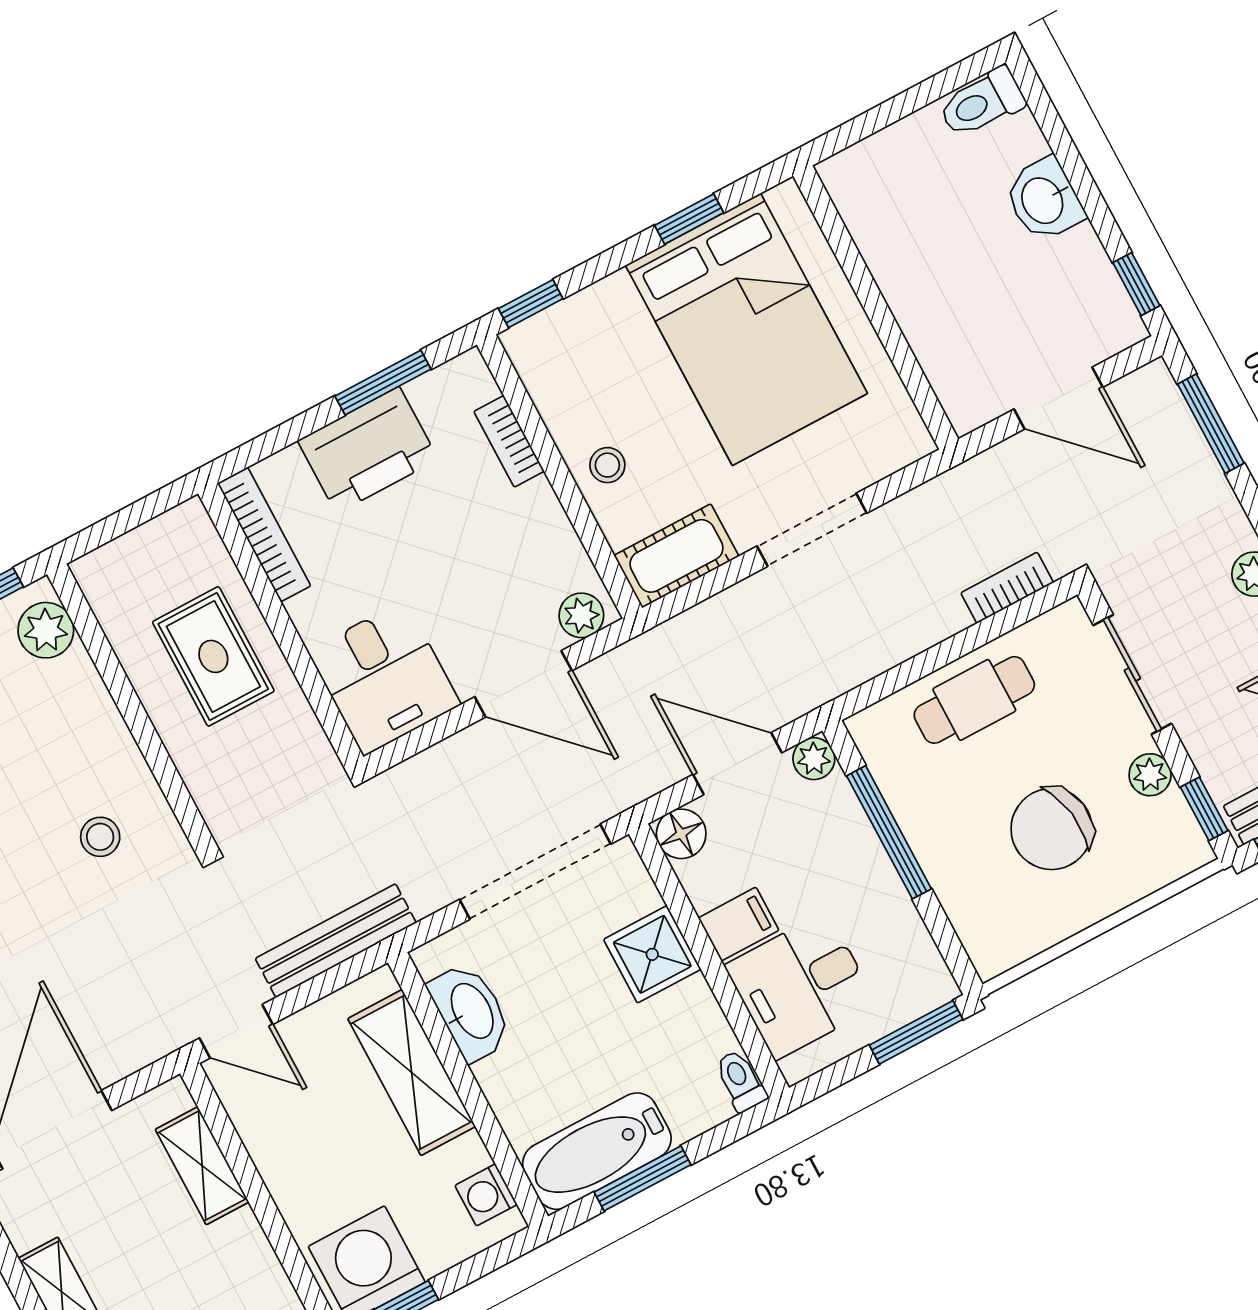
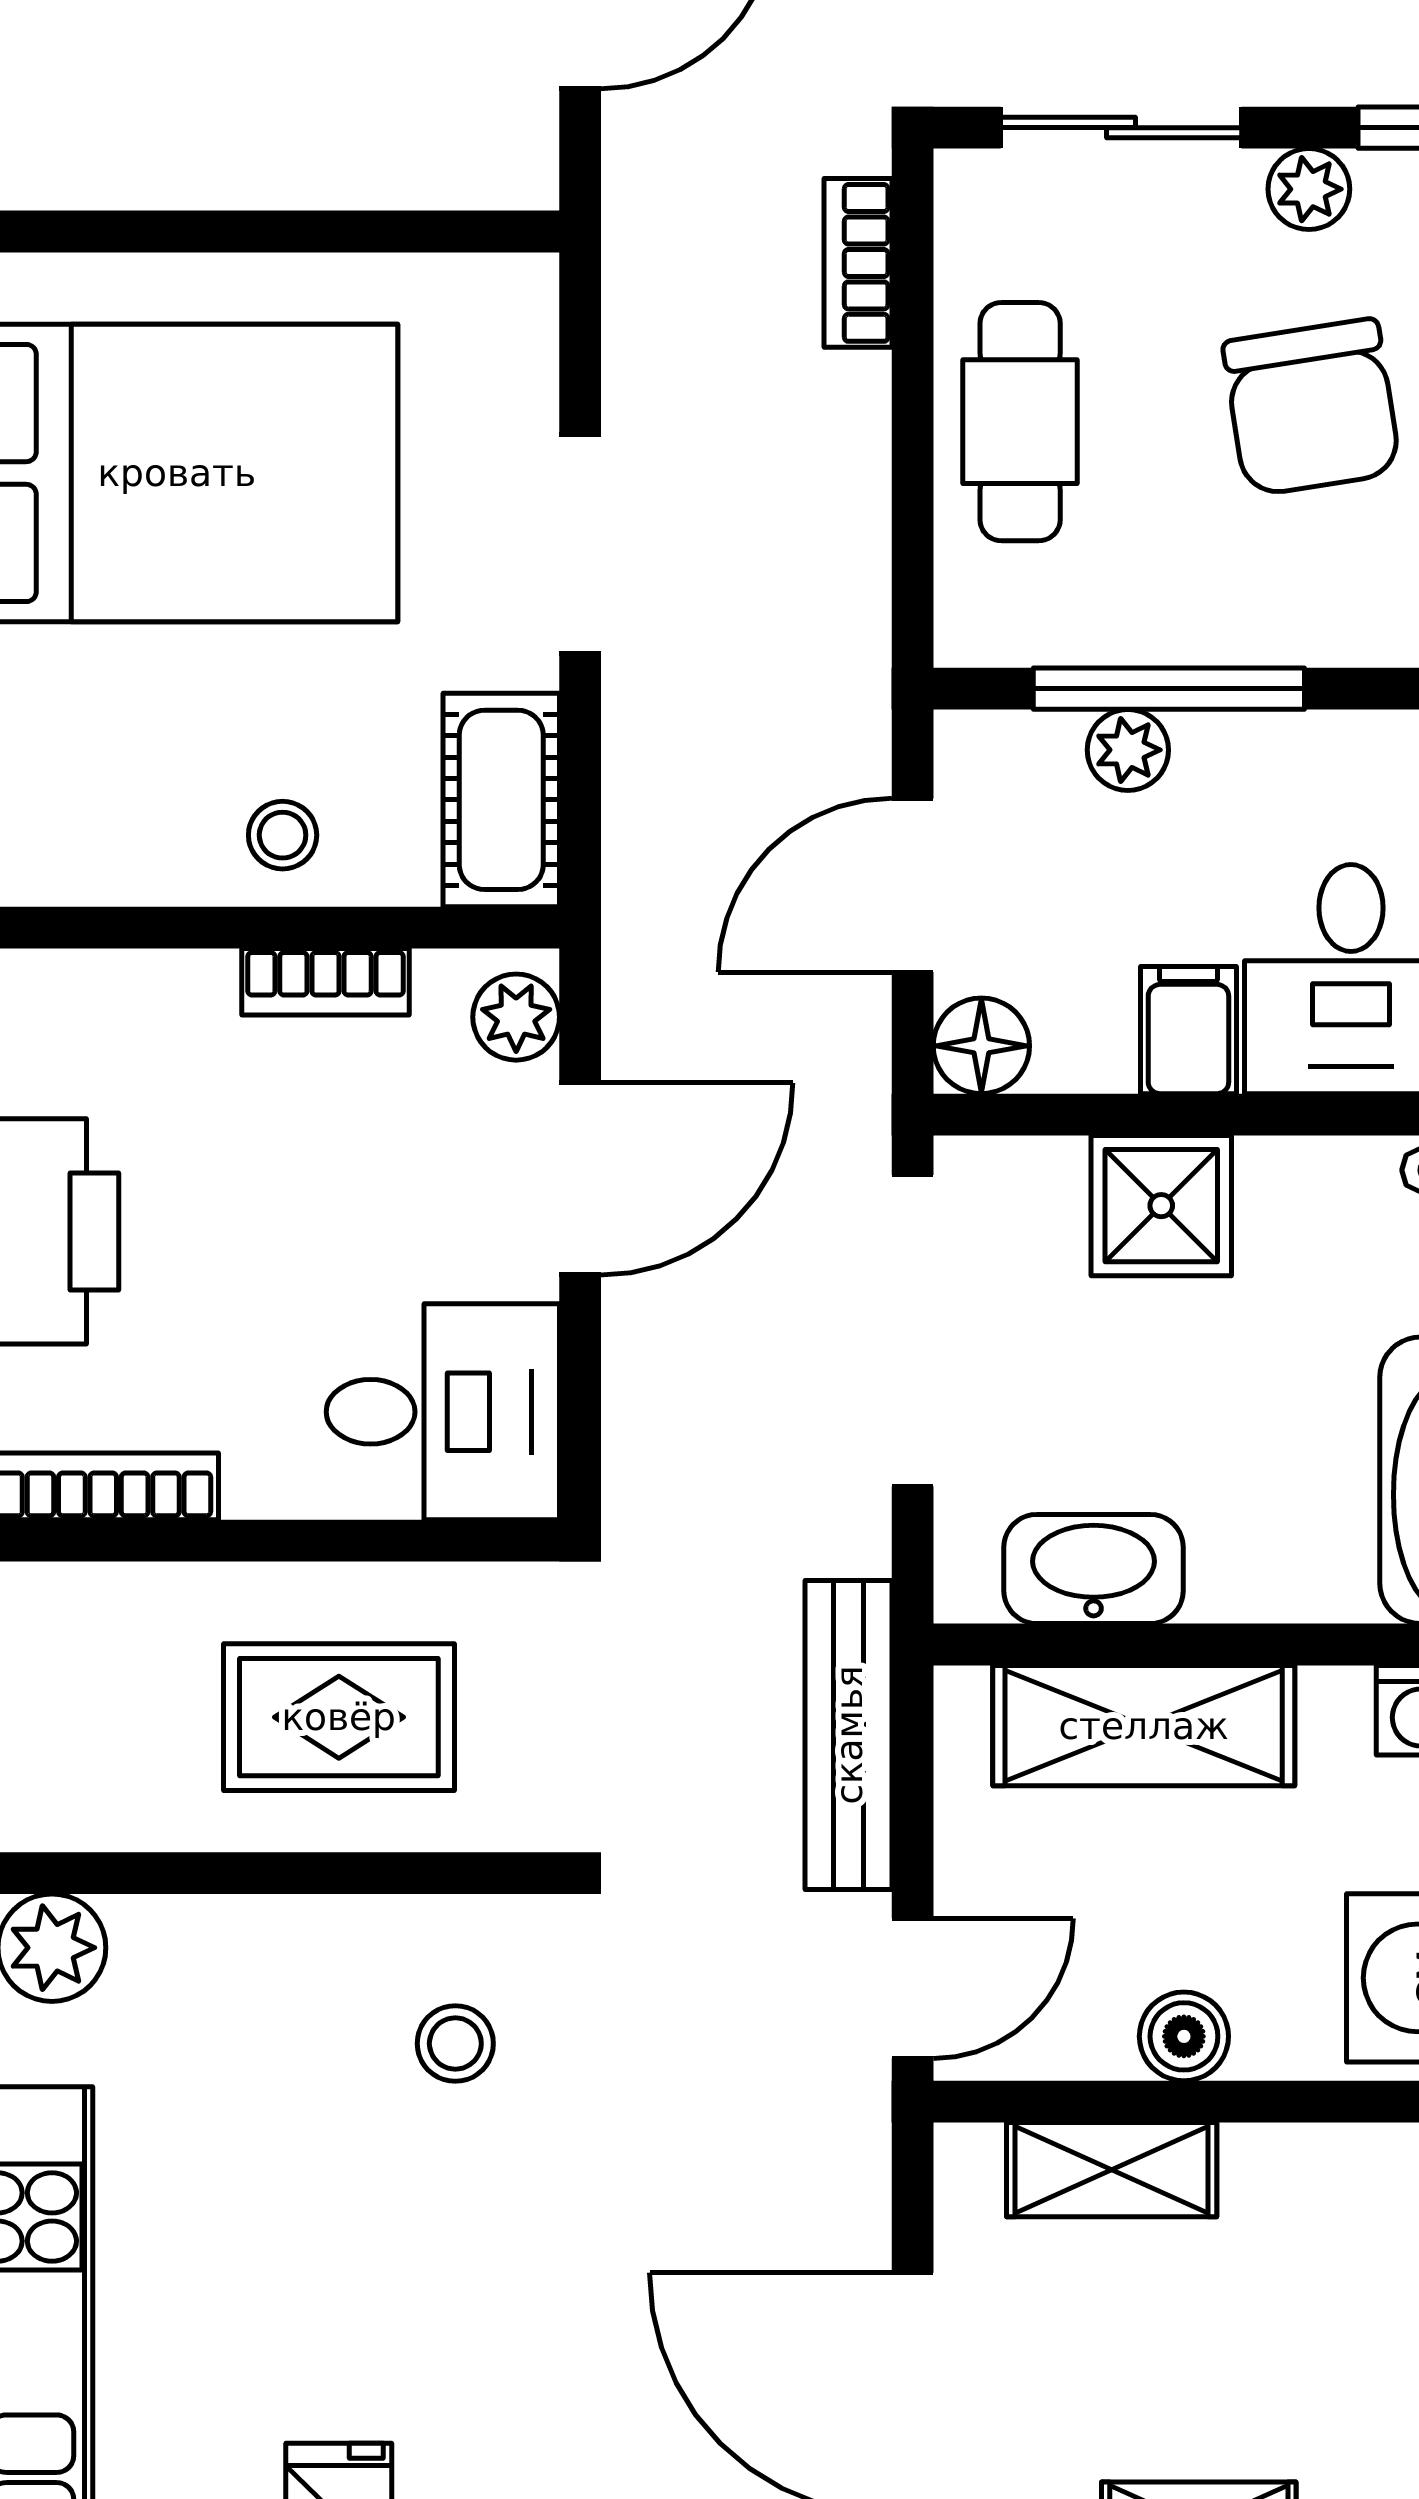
bookcase: (509, 441) -> (325, 982), moved
rug: (213, 656) -> (339, 1717), moved
plant: (814, 759) -> (1128, 750), moved
boiler: (280, 1166) -> (1184, 2036), added

